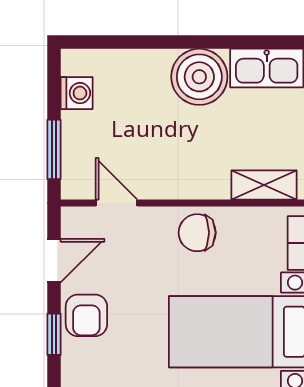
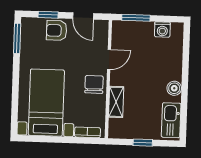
boiler: (199, 77) -> (174, 88), width x0.54, depth x0.54
shelving: (264, 185) -> (116, 102), moved
door: (116, 203) -> (109, 59), moved

